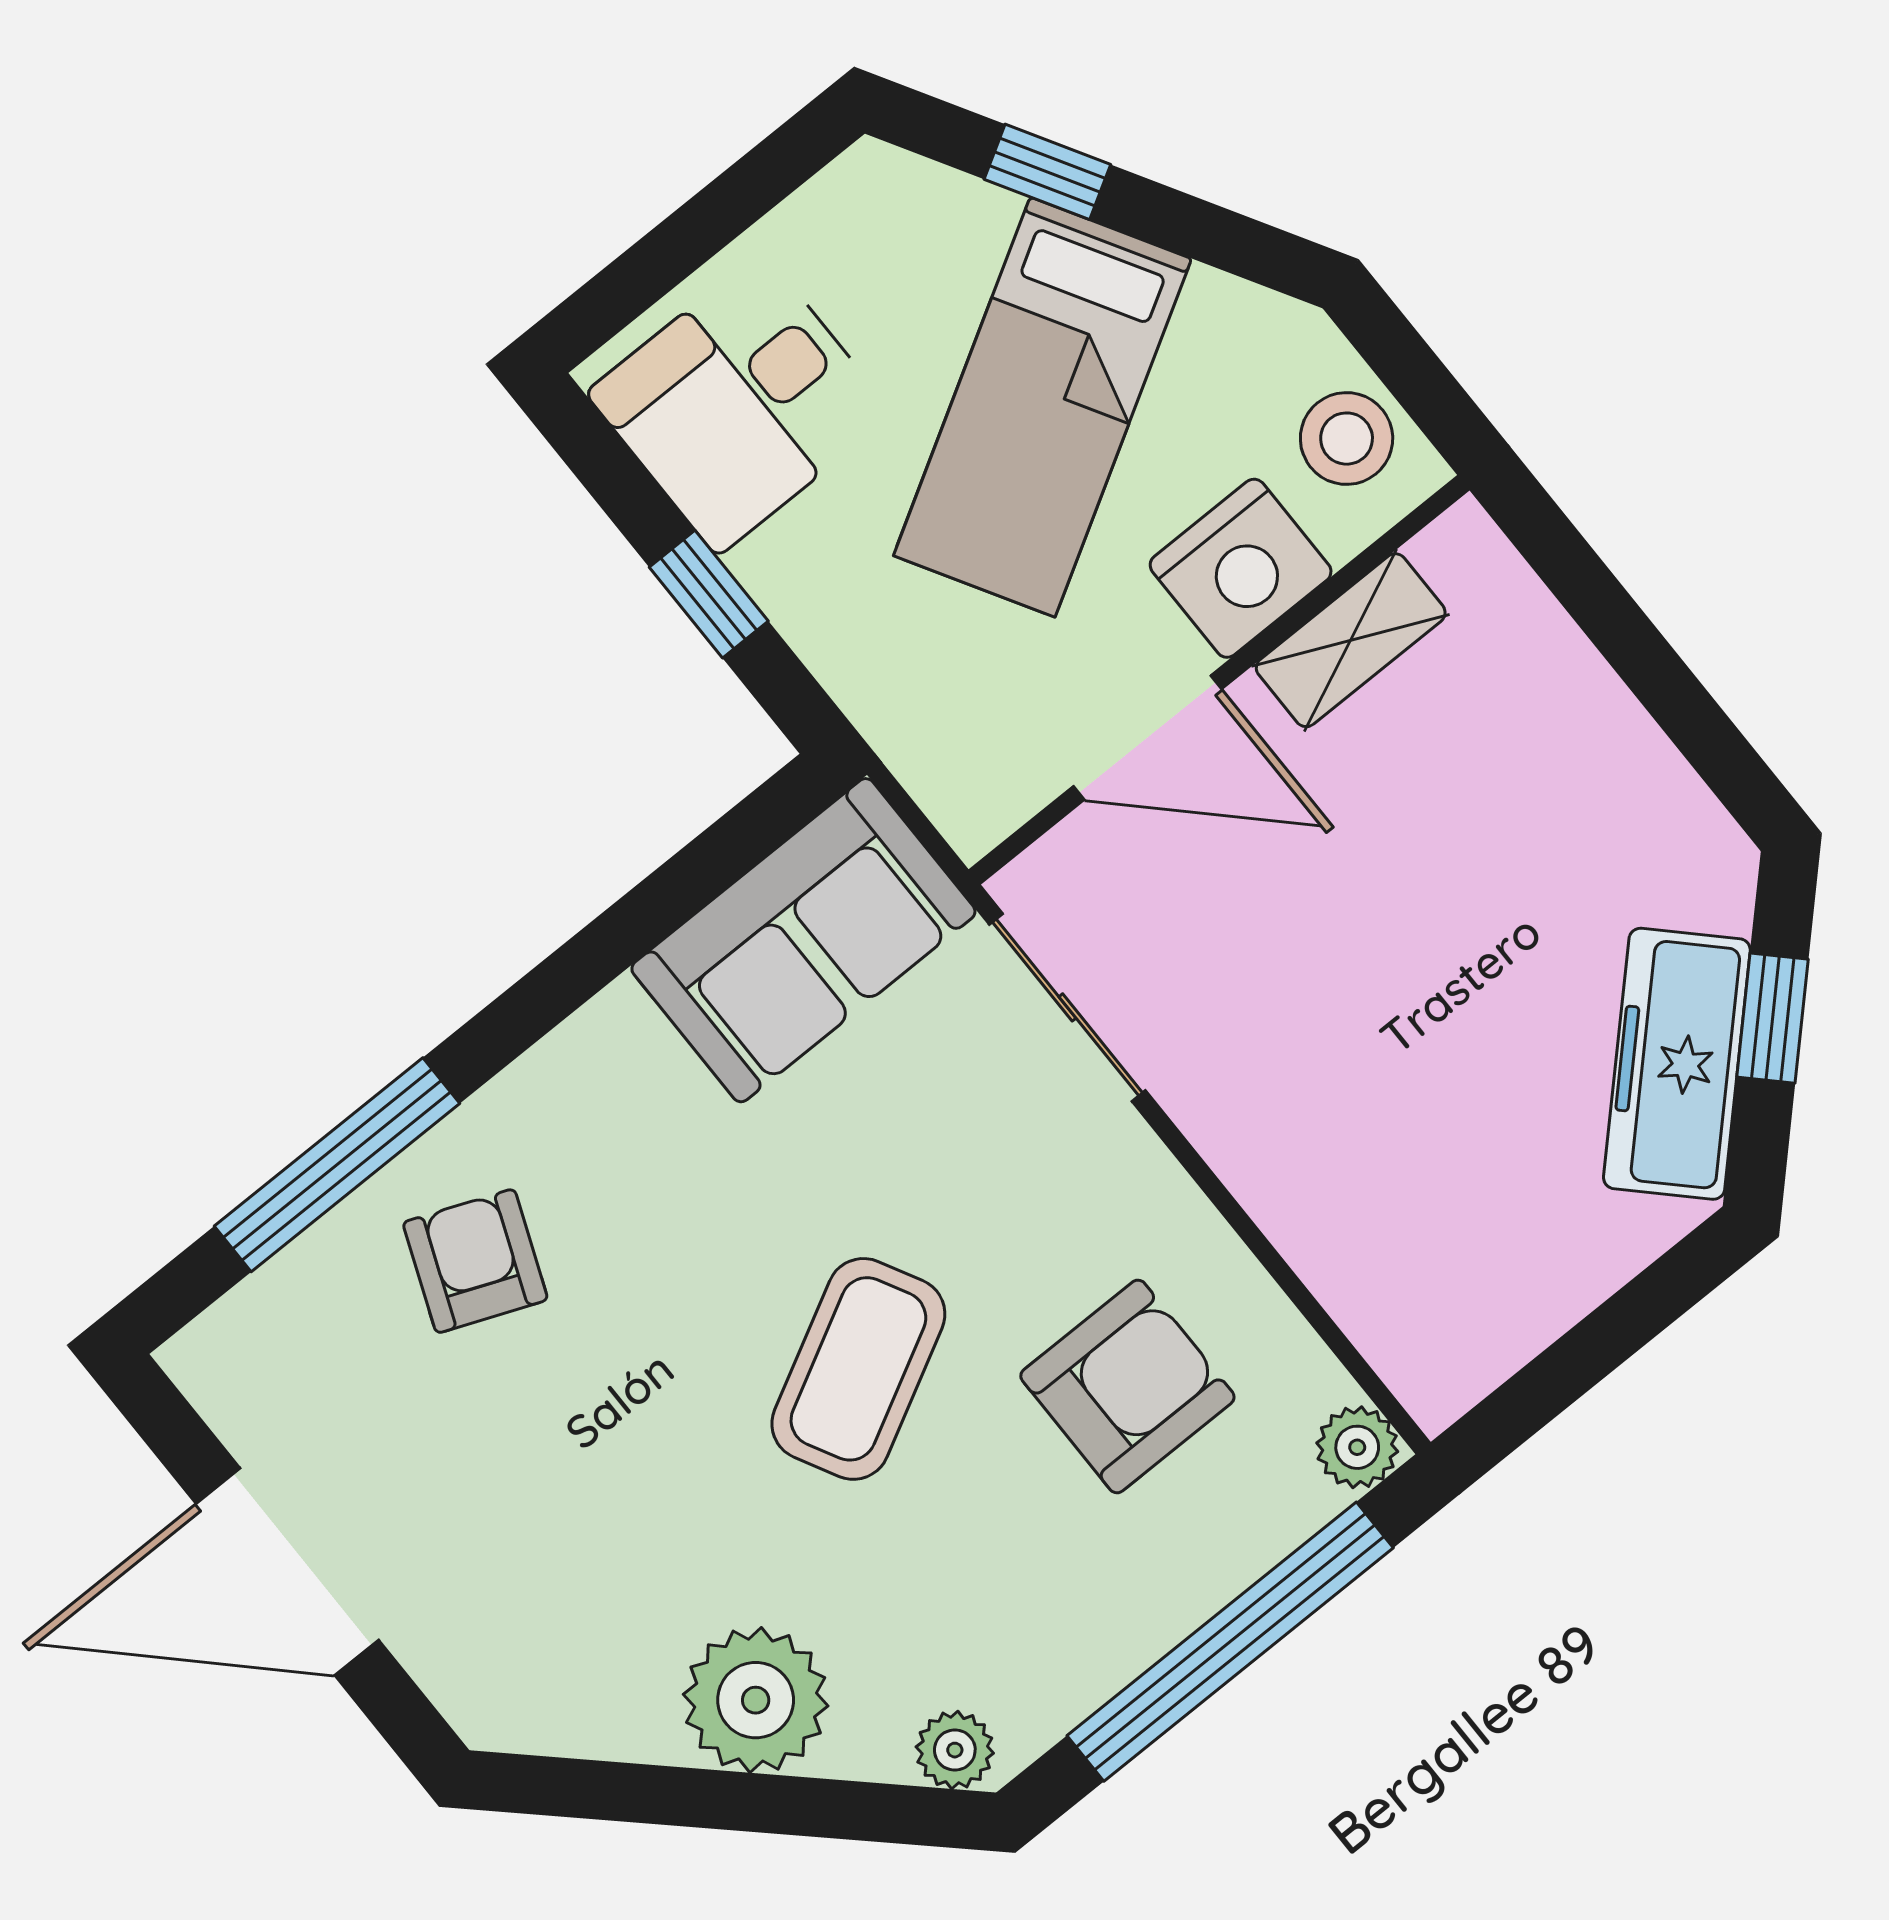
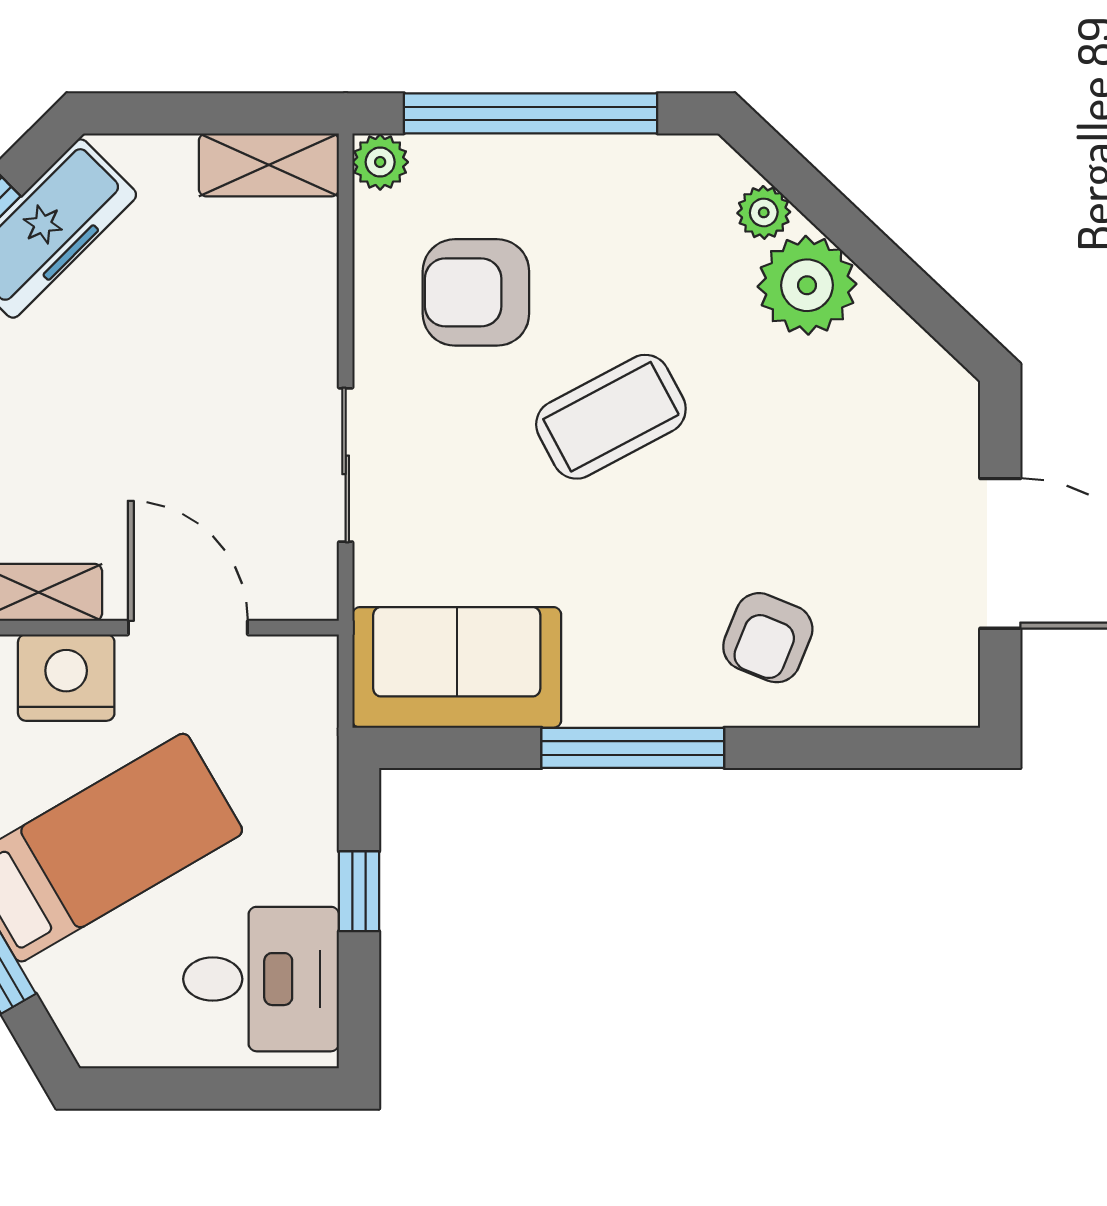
sliding door: (1067, 1007) -> (346, 465), moved
window: (337, 1165) -> (633, 748), moved
shelving: (1482, 1341) -> (269, 165), added
plant: (955, 1750) -> (764, 212), moved

